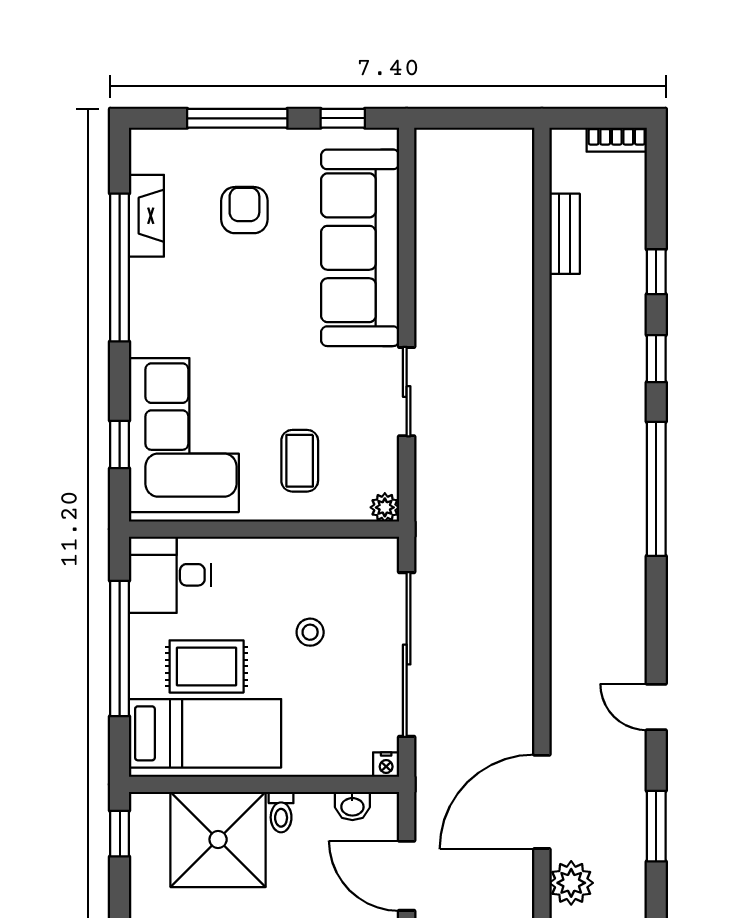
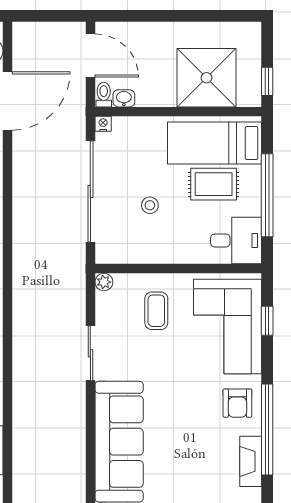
armchair: (244, 210) -> (237, 403), moved
toilet: (281, 812) -> (104, 95), moved

